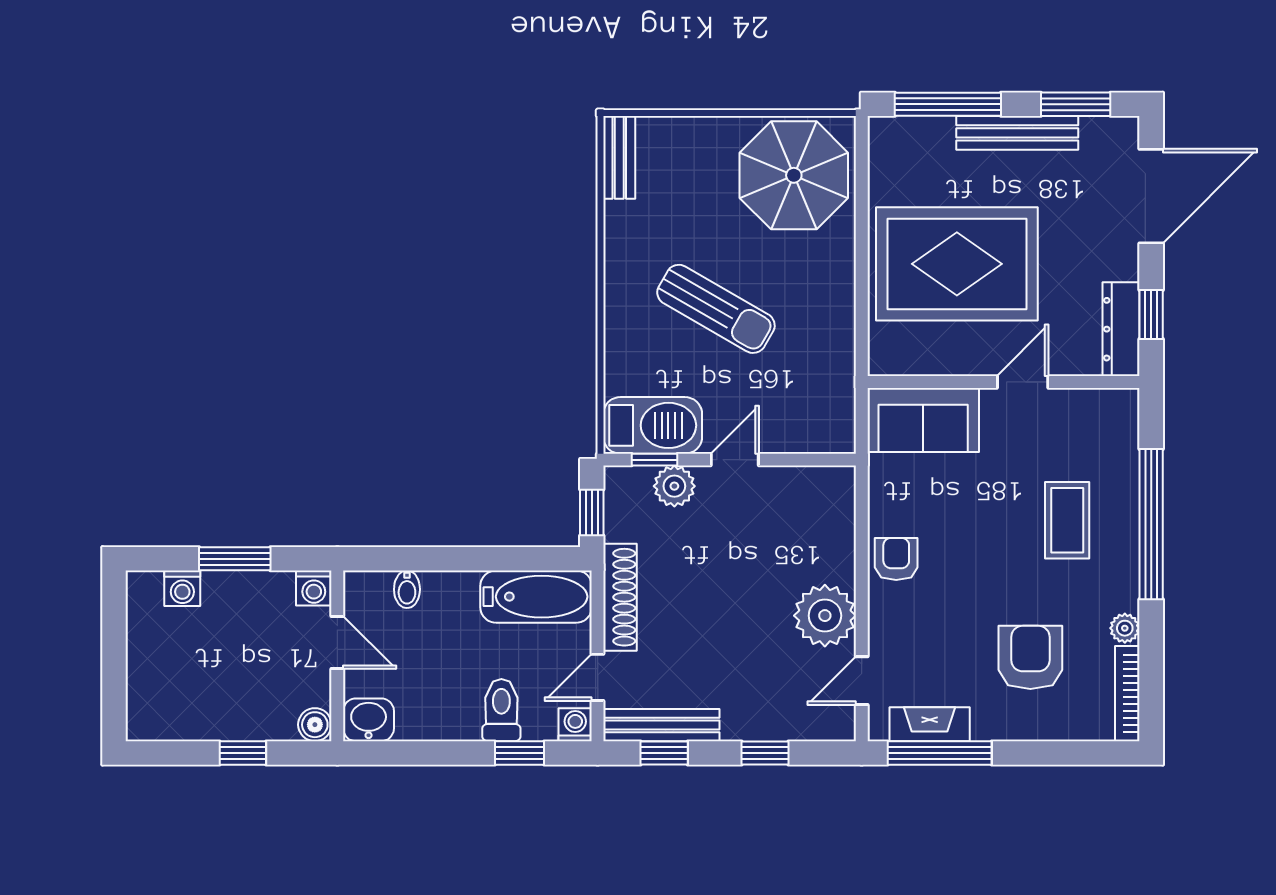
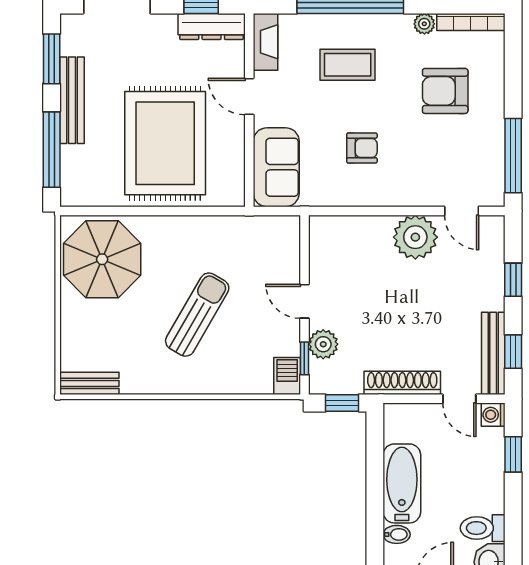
barbecue: (653, 425) -> (287, 376), width x0.53, depth x0.65
armchair: (896, 559) -> (362, 148), moved, turned 180
bathtub: (536, 597) -> (402, 483), moved
toilet: (501, 710) -> (483, 528), moved
fireplace: (930, 724) -> (265, 42), moved, turned 180

